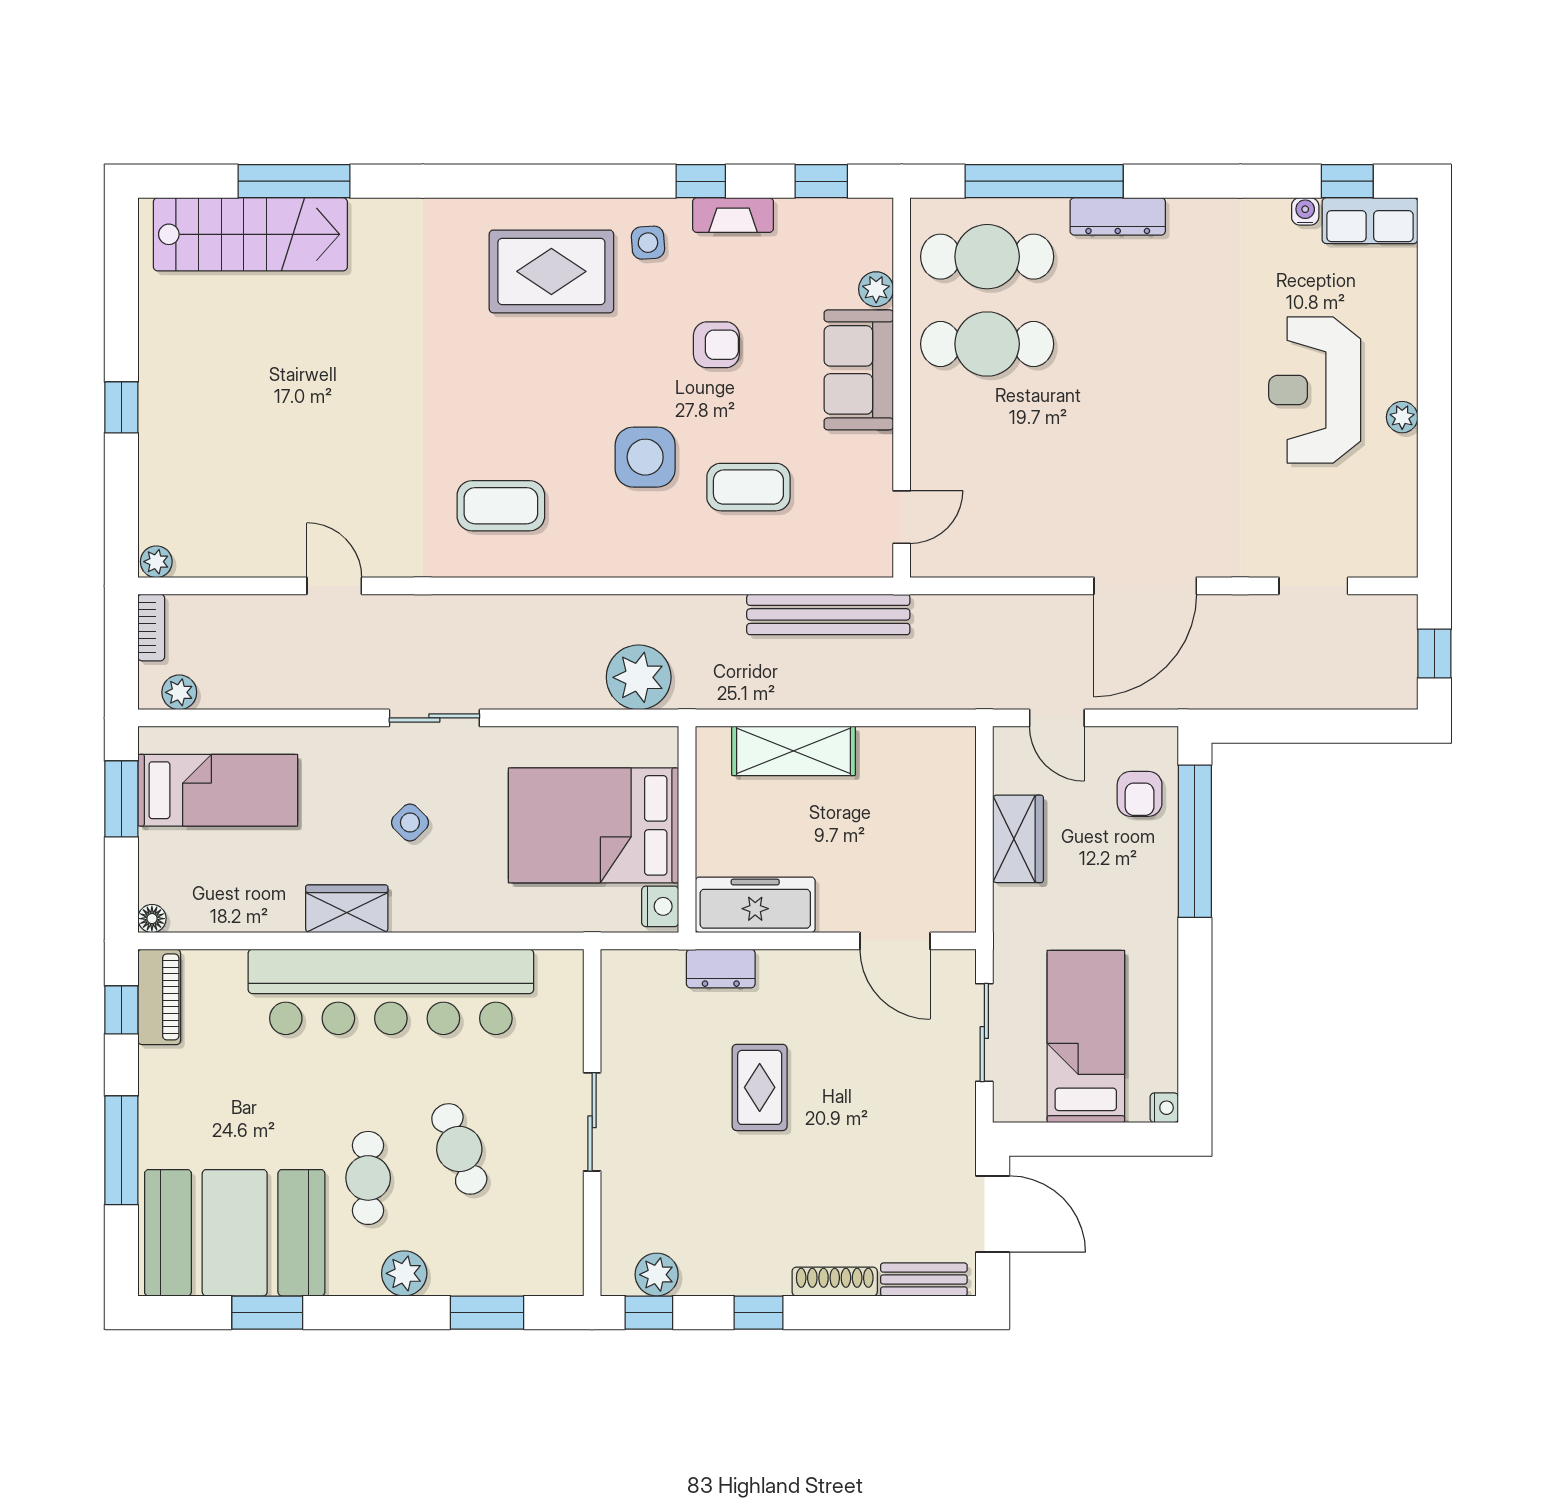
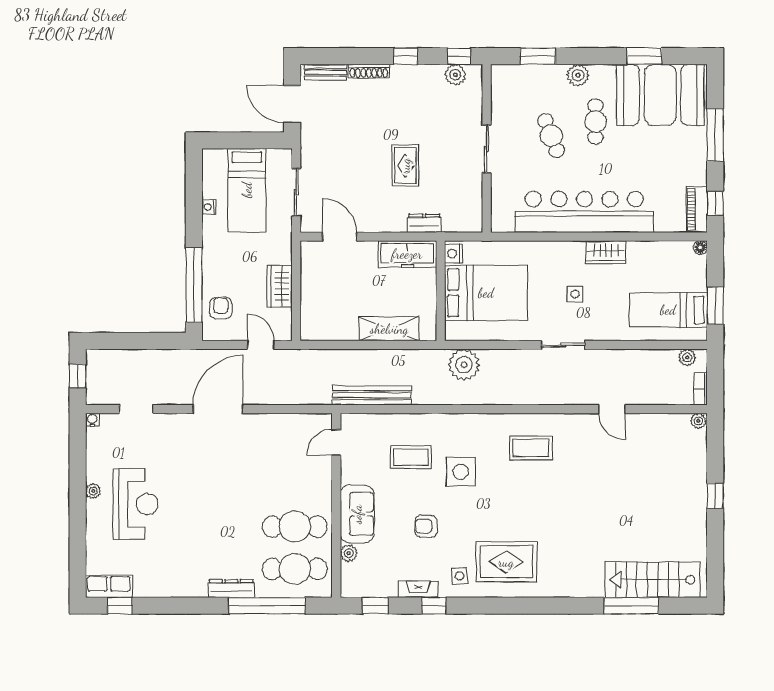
water cooler: (1305, 211) -> (92, 420), moved, turned 180
side table: (410, 822) -> (575, 294), turned 45
nightstand: (1164, 1108) -> (209, 207), moved

